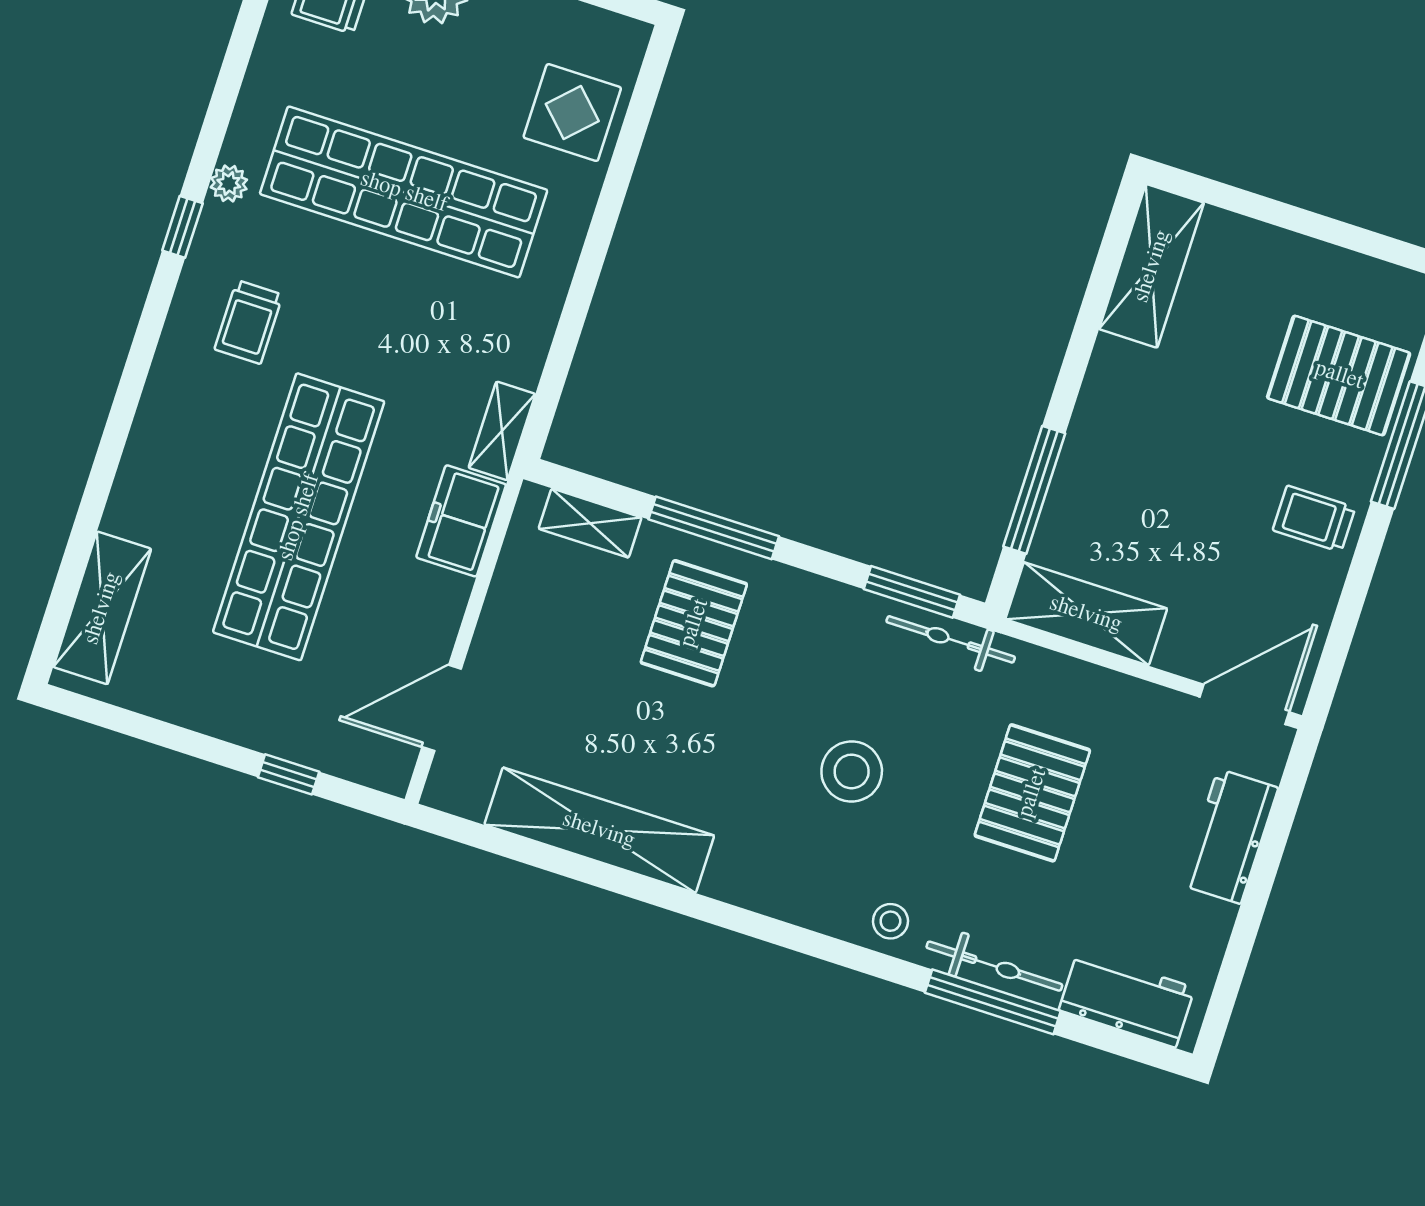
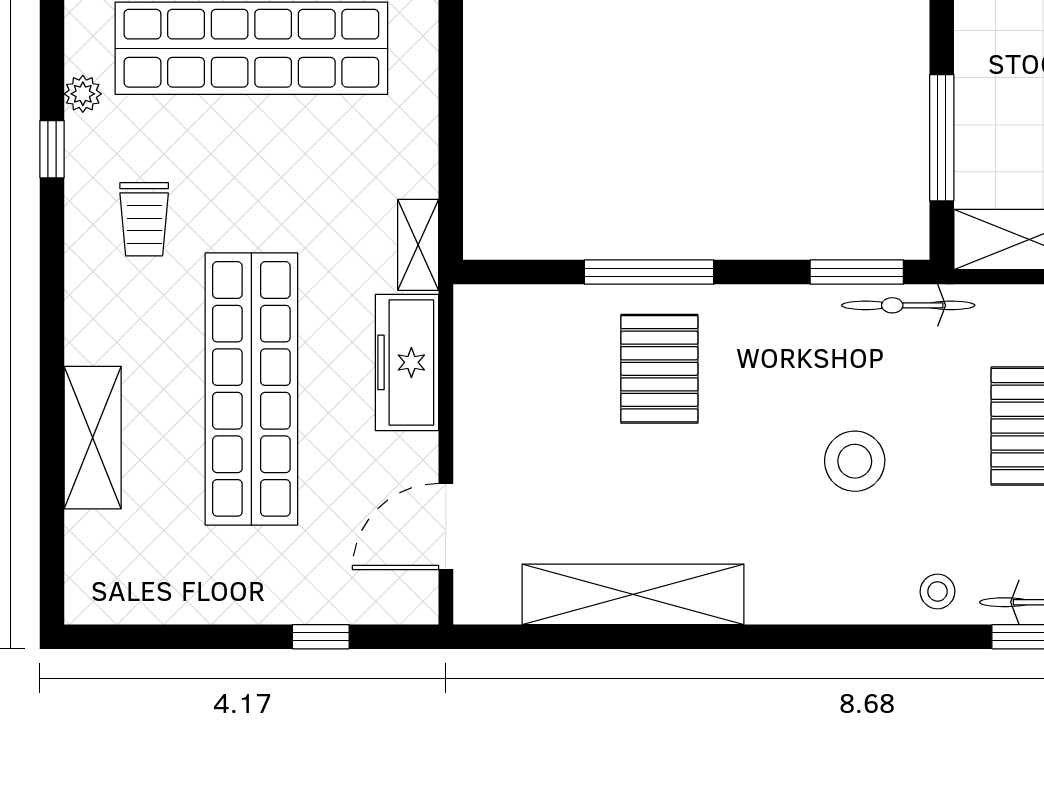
freezer: (461, 521) -> (407, 362), width x1.40
shelving: (590, 523) -> (530, 305), removed
shelving: (102, 608) -> (93, 438), moved

